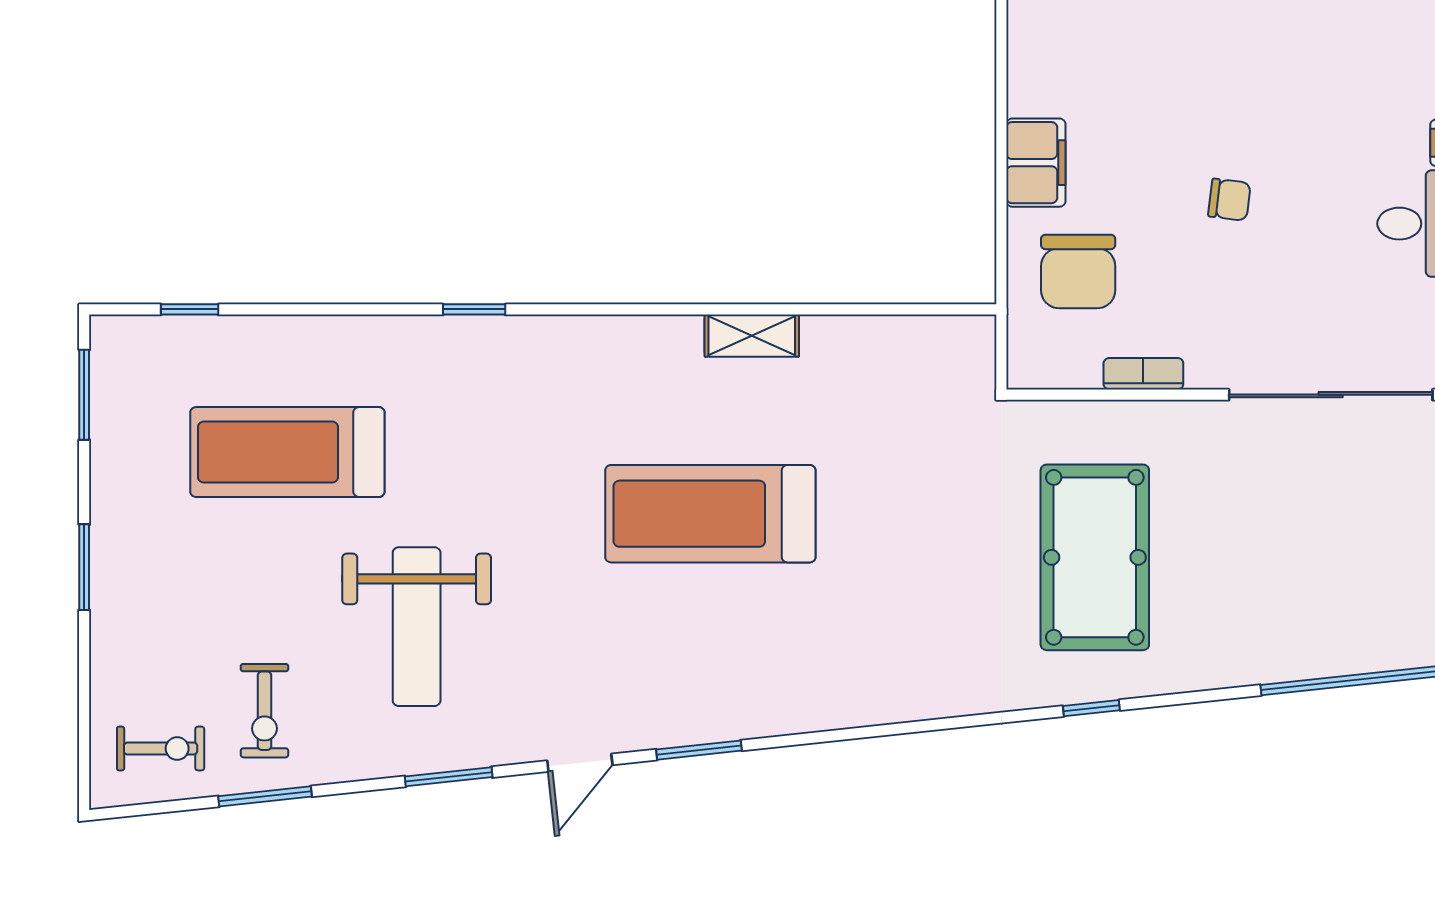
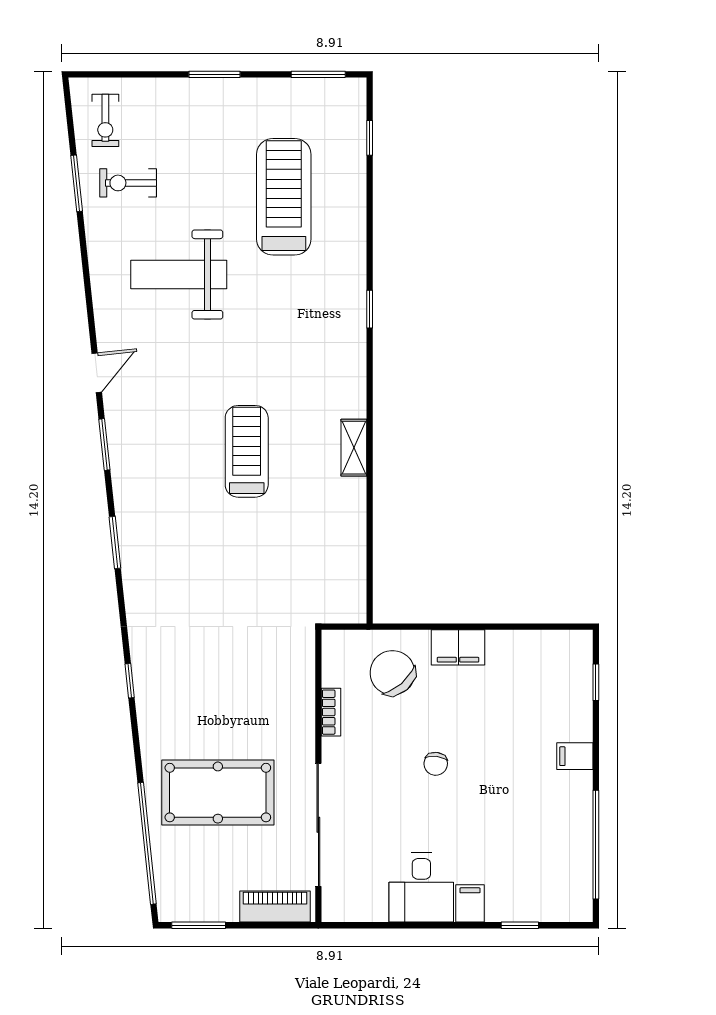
chair: (1078, 271) -> (392, 673), turned 49
shelving: (752, 336) -> (354, 448), moved
treadmill: (710, 514) -> (247, 451), width x0.73, depth x0.73
pool table: (1095, 557) -> (218, 793), moved
door: (580, 763) -> (97, 373), swing flipped
window: (449, 777) -> (115, 543), moved

